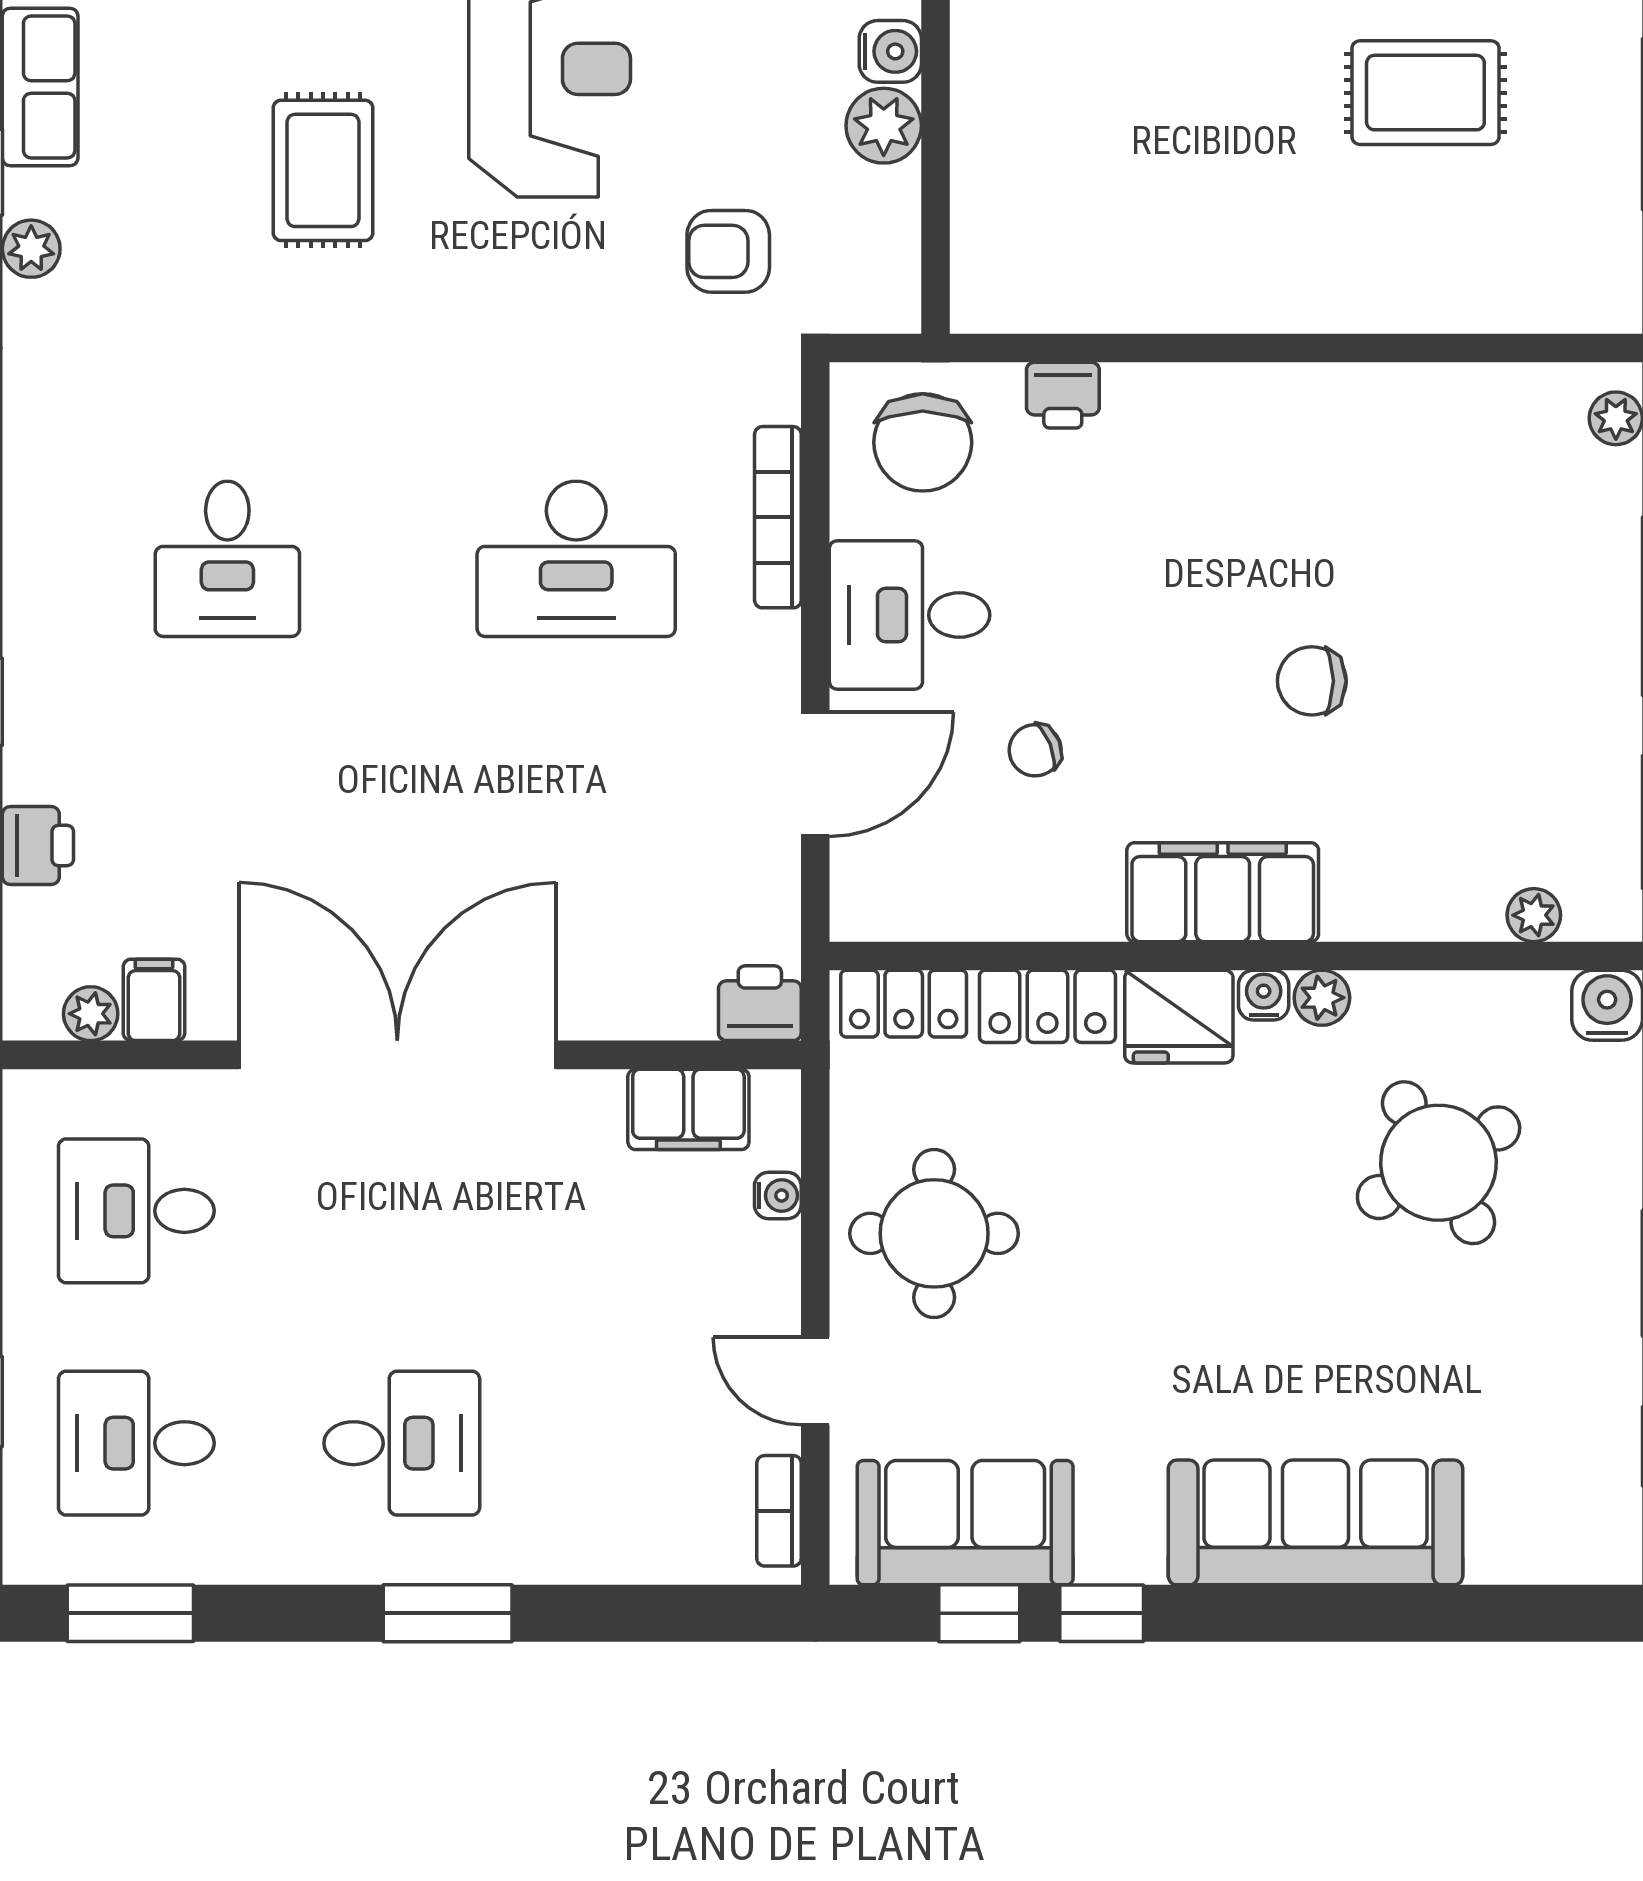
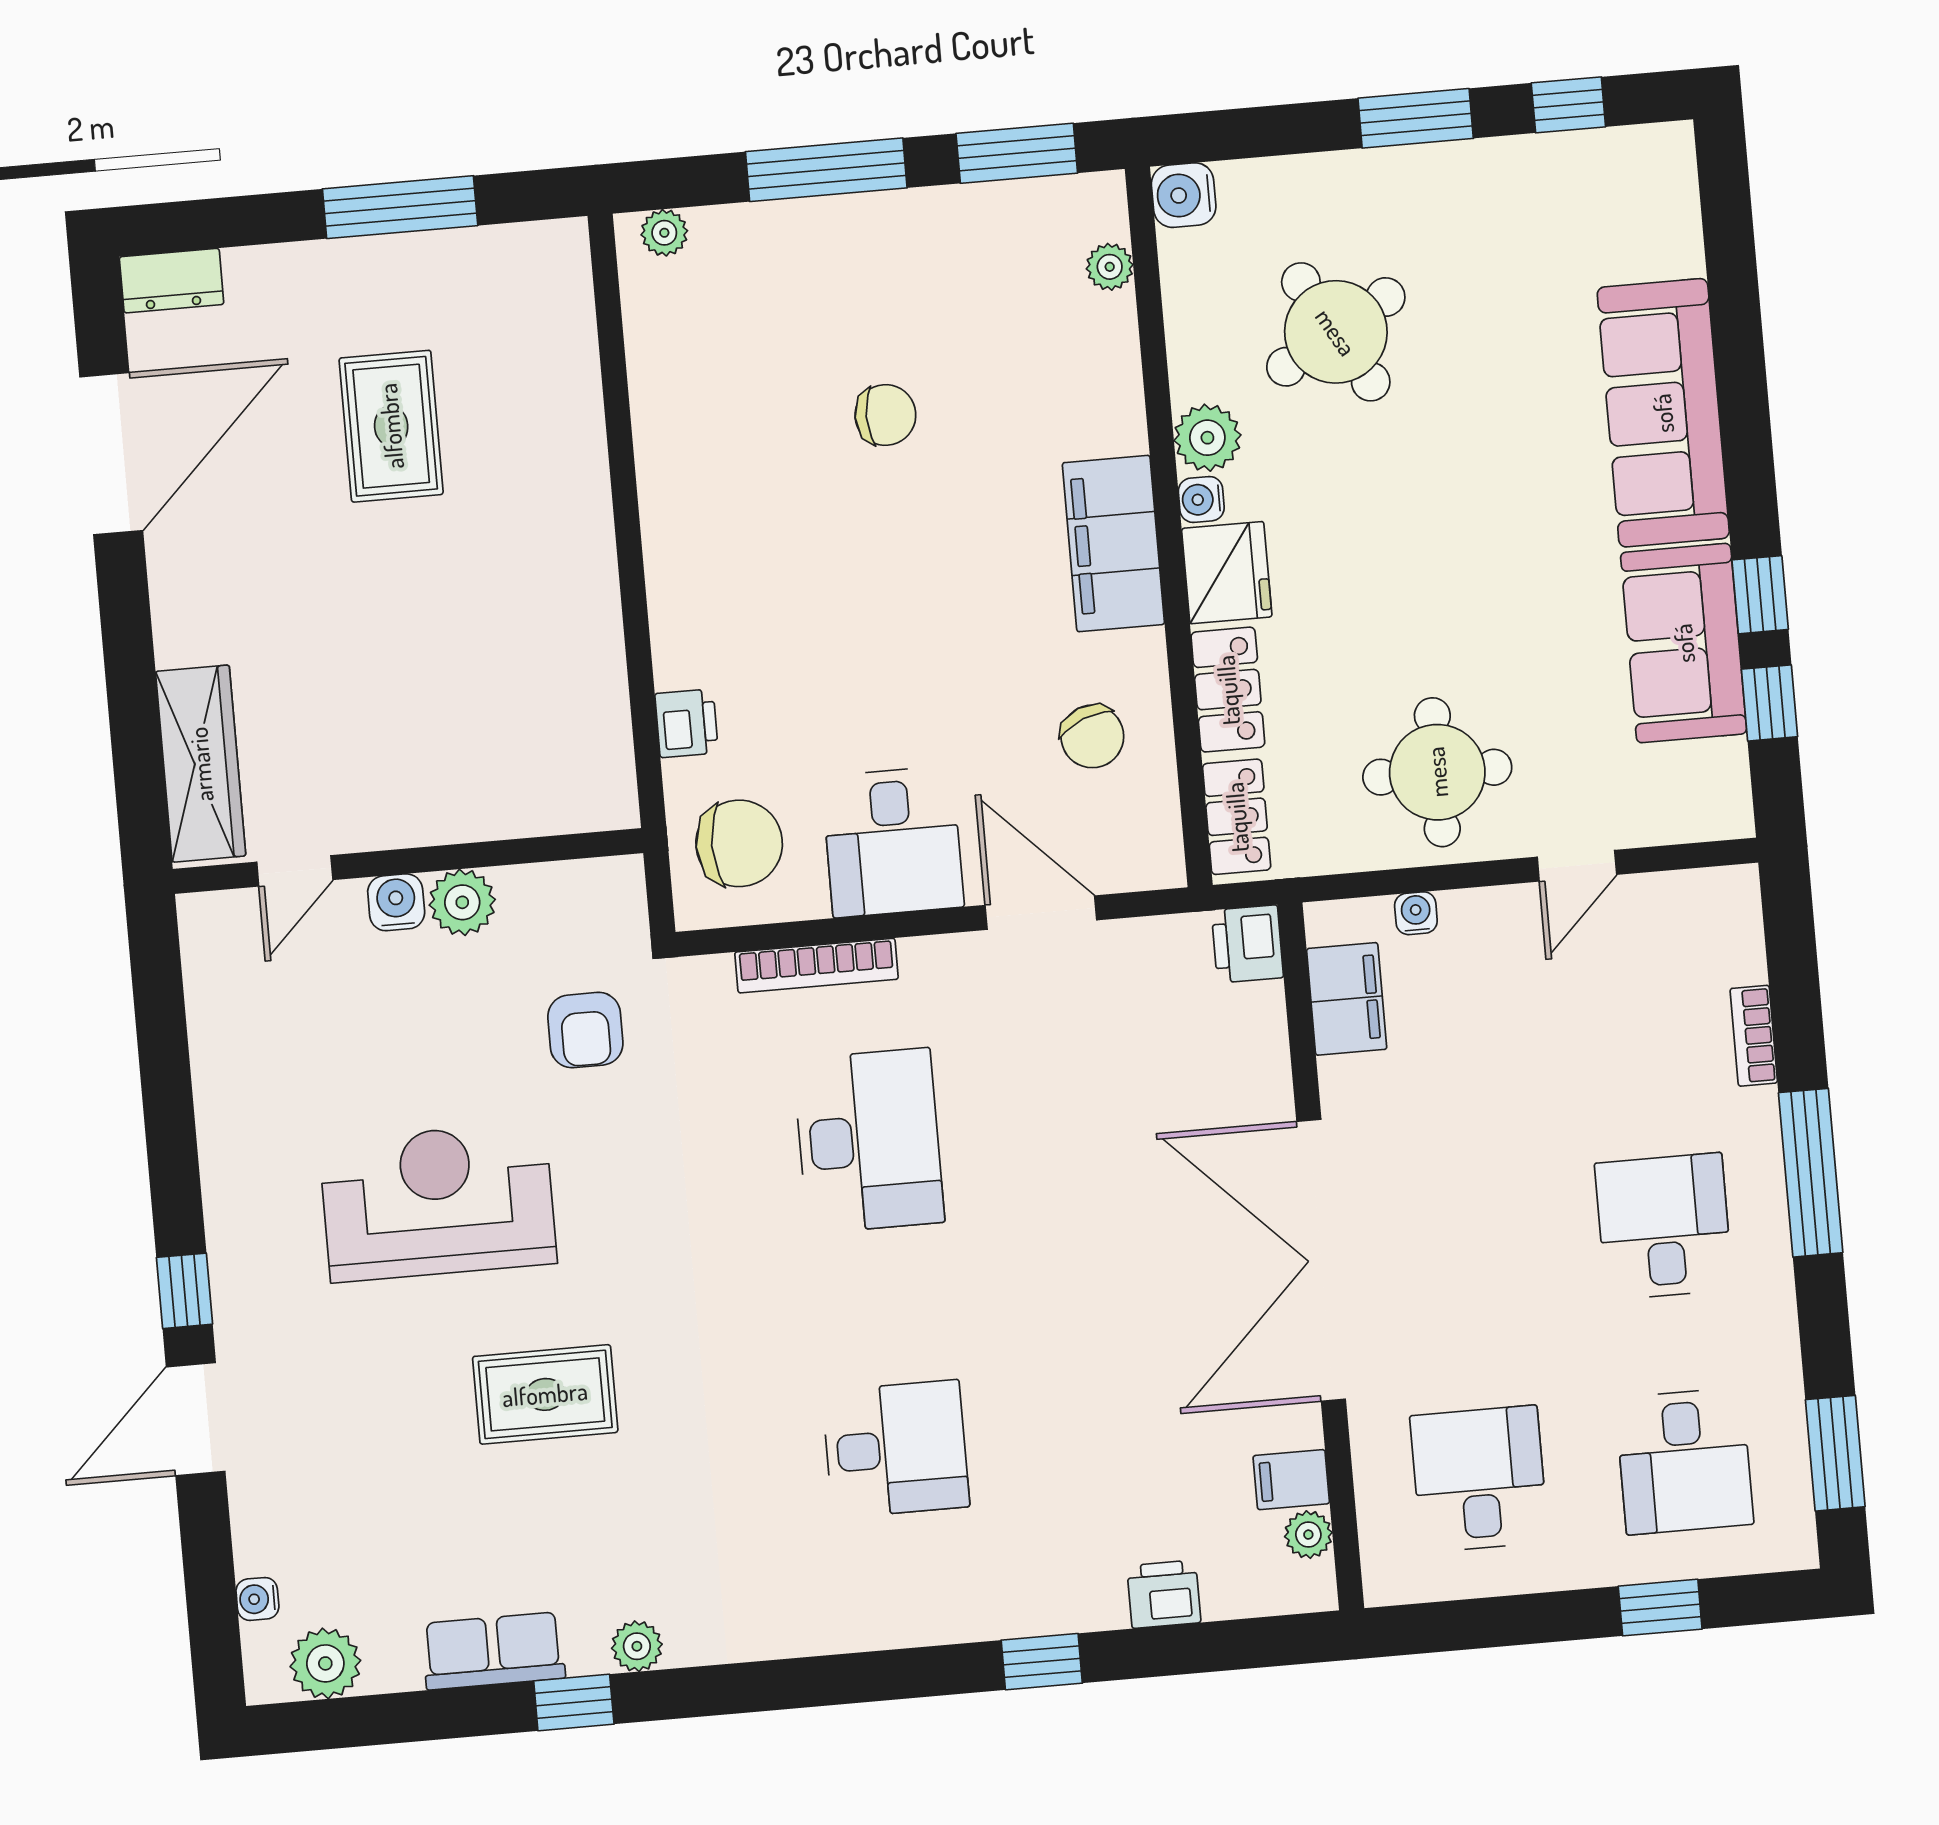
chair: (1312, 681) -> (885, 415), moved, turned -90
chair: (1035, 750) -> (1092, 736), moved, width x1.37, depth x1.37
plant: (1322, 998) -> (1207, 438), width x1.38, depth x1.38
desk: (136, 1211) -> (1479, 1479), turned 180
bookcase: (779, 1511) -> (1754, 1036), moved, turned 90
sofa: (965, 1523) -> (1684, 643), moved
window: (448, 1613) -> (1811, 1173), width x1.44

